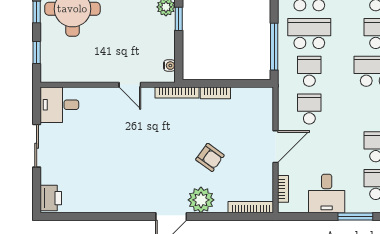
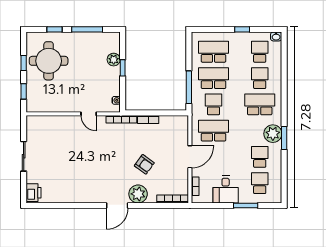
desk: (59, 105) -> (39, 128), removed
school desk: (309, 109) -> (213, 131), width x1.85

